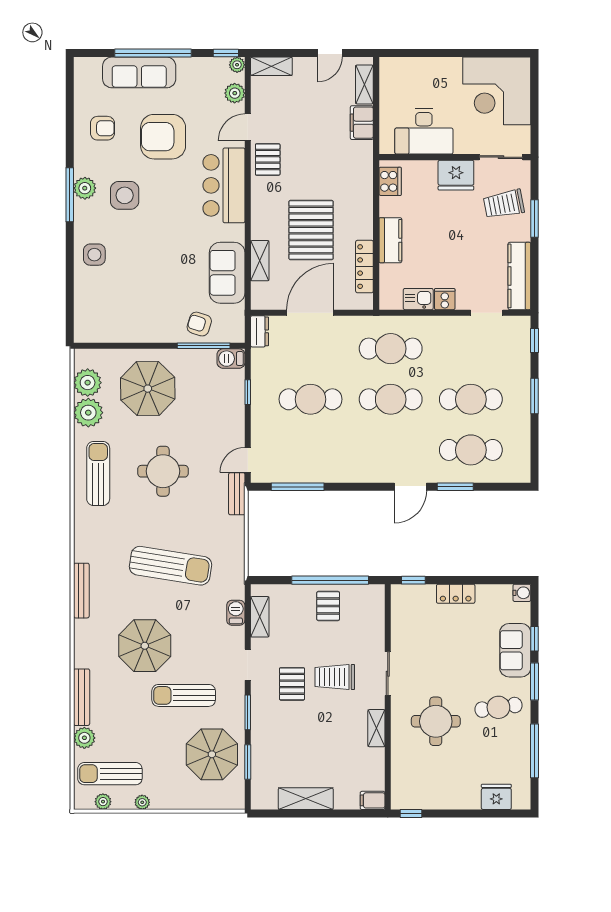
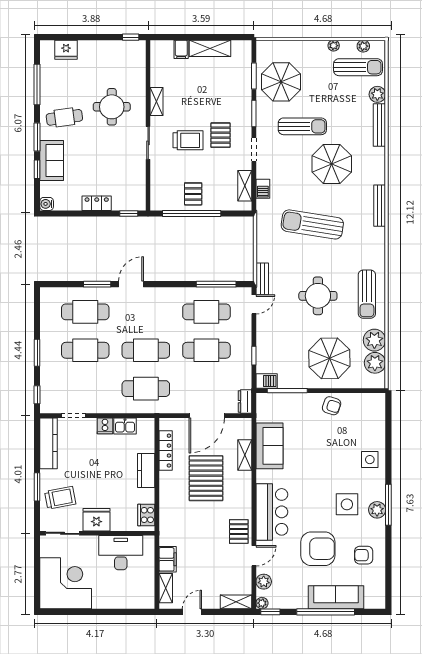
armchair: (199, 324) -> (332, 406), moved
cafe table: (310, 450) -> (206, 312), added
filing cabinet: (373, 800) -> (181, 49), moved, turned 90

